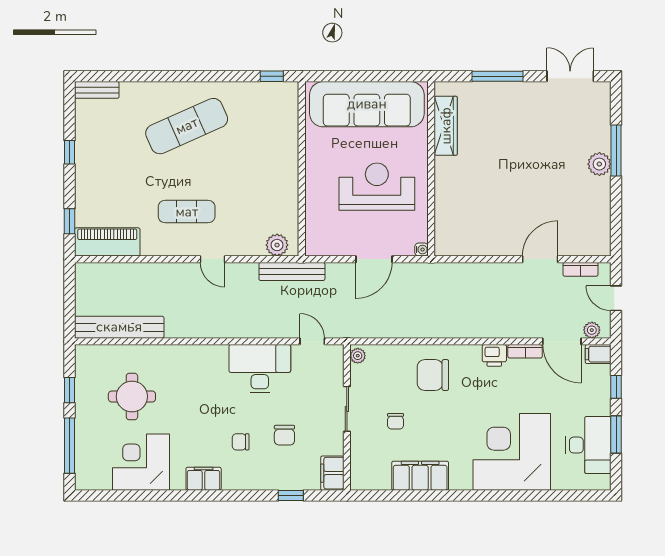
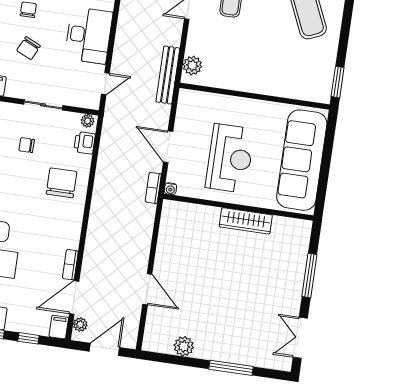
window: (272, 76) -> (338, 82), width x1.50
double door: (570, 76) -> (300, 338), swing flipped
wardrobe: (446, 126) -> (246, 221), moved
plant: (599, 164) -> (184, 346), moved
bookcase: (581, 269) -> (153, 188), moved
door: (616, 298) -> (104, 349), width x1.38
printer: (494, 355) -> (85, 143), moved
chair: (284, 435) -> (29, 48), turned -65

